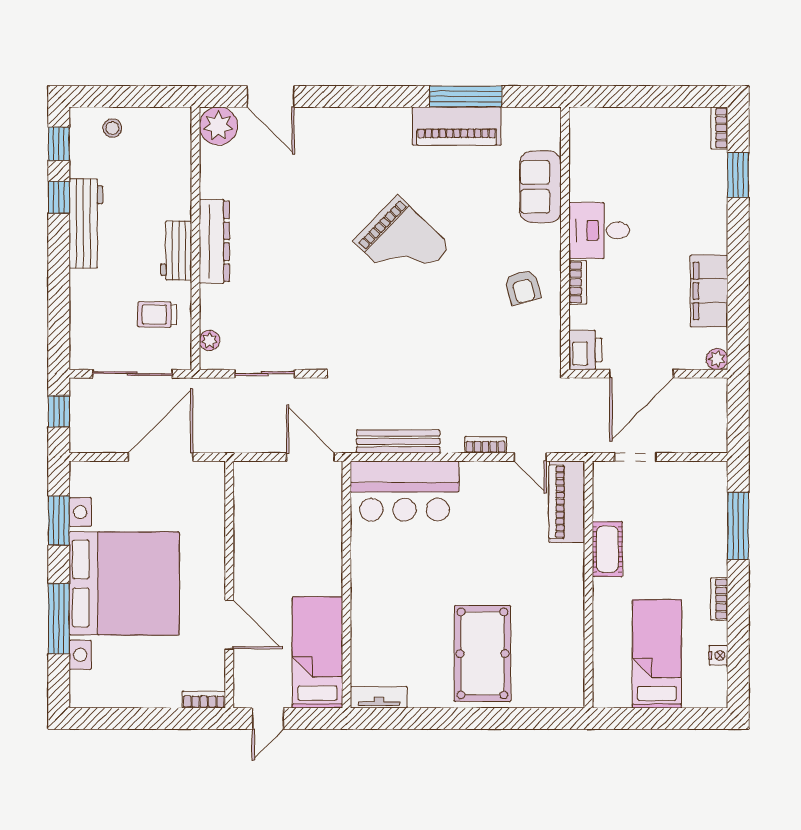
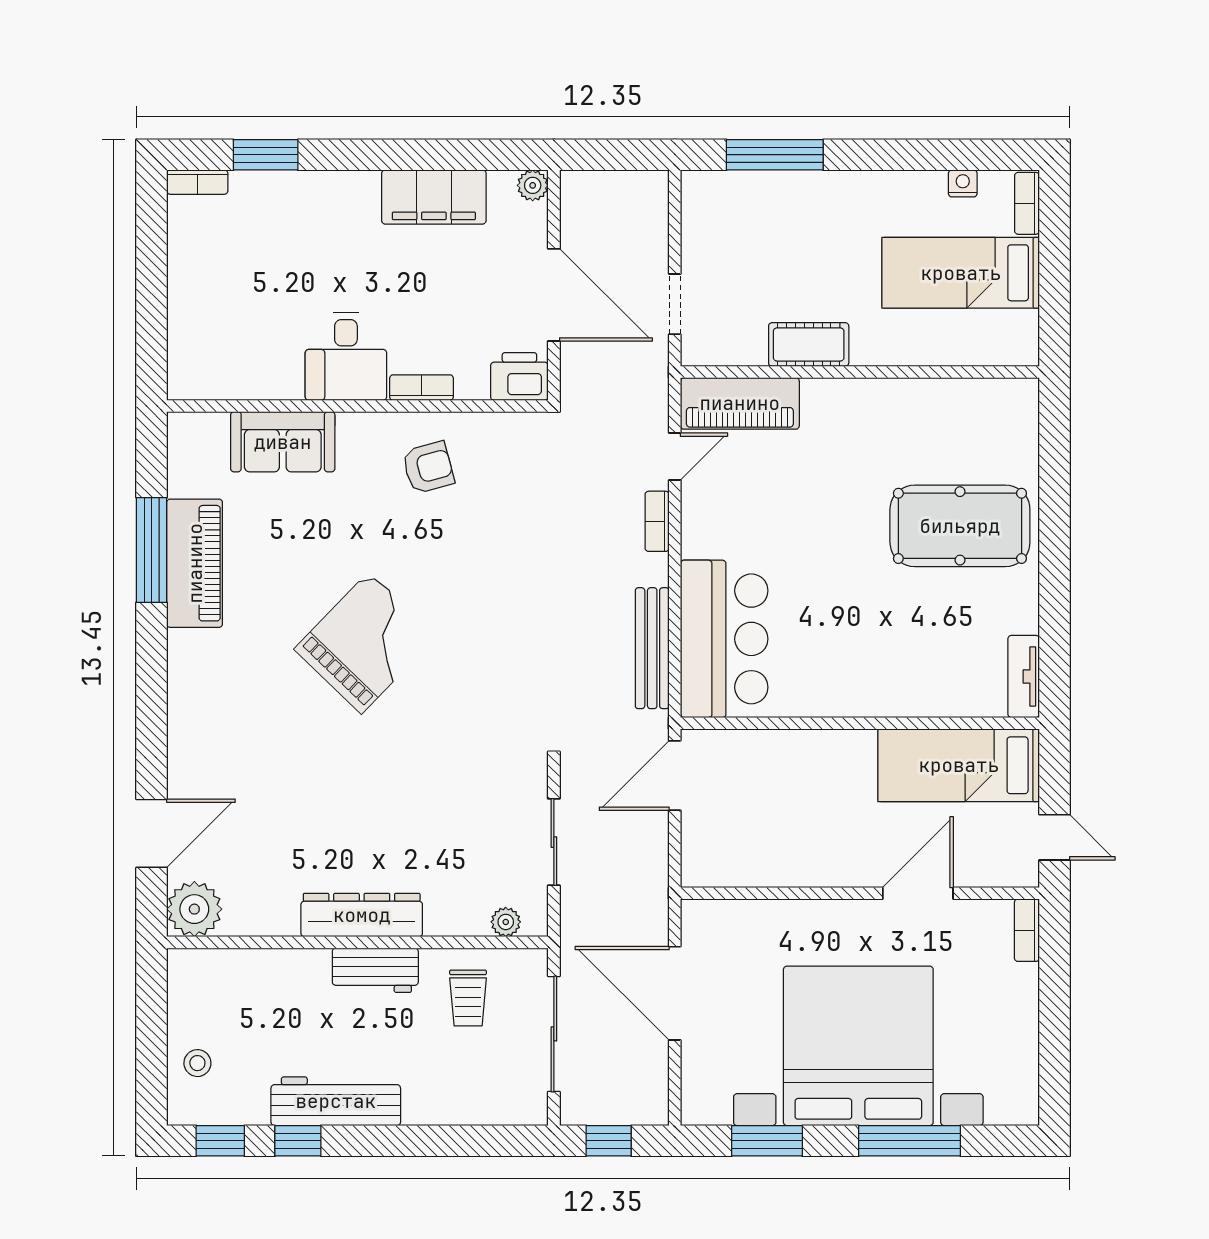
bookcase: (719, 599) -> (1027, 203), moved, turned 90

